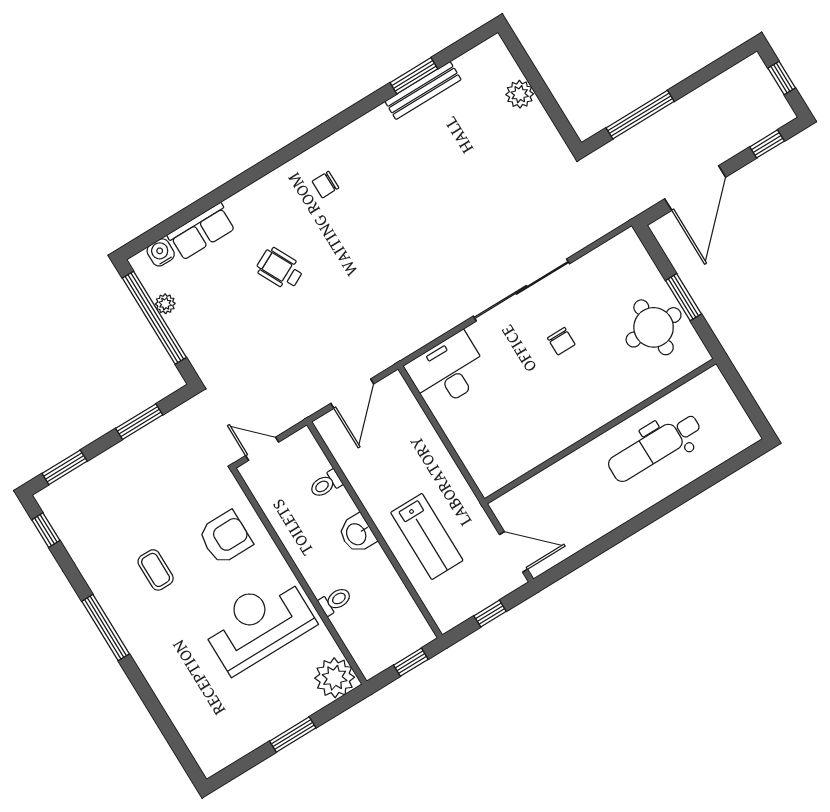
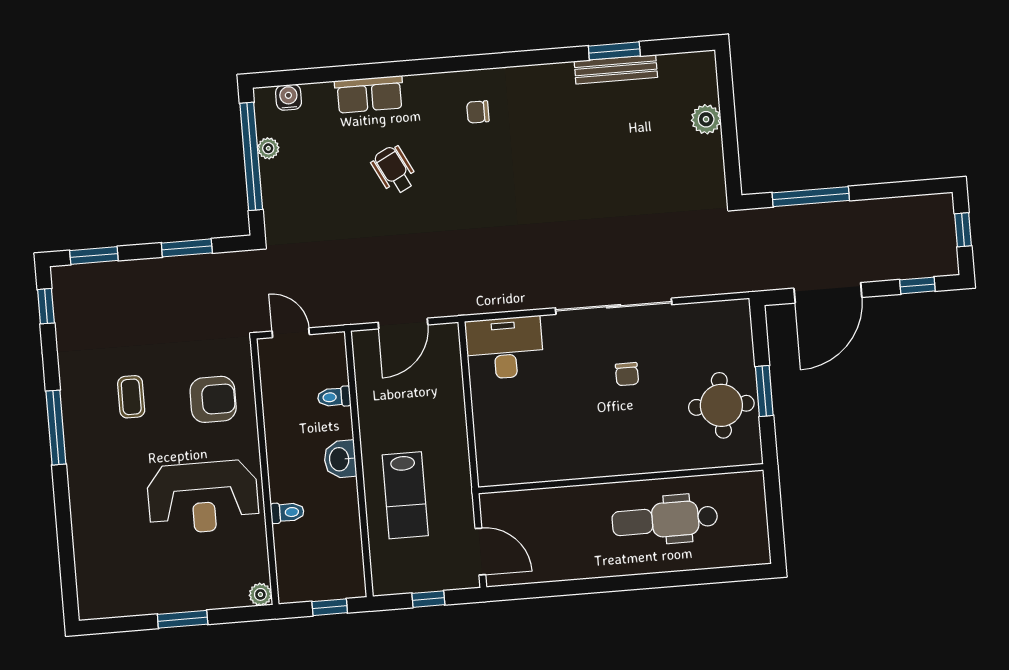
row of seats: (201, 231) -> (369, 94), moved
reception desk: (258, 624) -> (203, 497), turned 180
plant: (335, 678) -> (260, 594), width x0.53, depth x0.53

